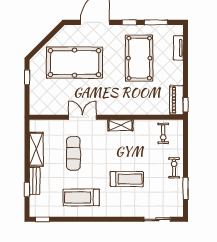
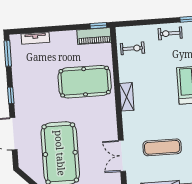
window: (156, 22) -> (8, 53), moved
pool table: (139, 58) -> (85, 82), moved
double door: (83, 117) -> (122, 156), moved

